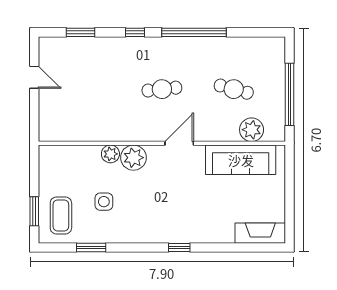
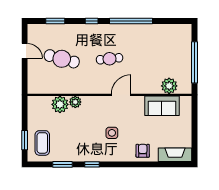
cafe table: (234, 89) -> (62, 59), moved, width x1.37, depth x1.35
plant: (133, 158) -> (60, 104), moved
sofa: (241, 160) -> (162, 106), width x0.73
side table: (104, 202) -> (112, 133), moved
armchair: (212, 227) -> (143, 151), added
window: (179, 248) -> (92, 164), moved

